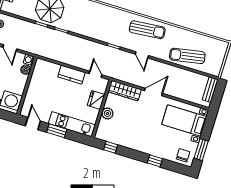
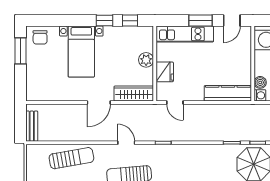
kitchen counter: (71, 75) -> (228, 93), moved, width x1.50
bed with nightstands: (184, 121) -> (81, 52), moved, turned 90
door: (33, 123) -> (232, 21), hinge flipped
window: (155, 161) -> (104, 21), moved

